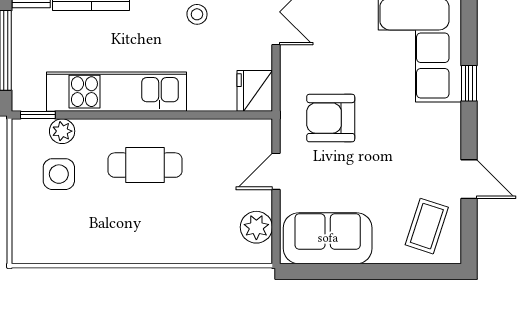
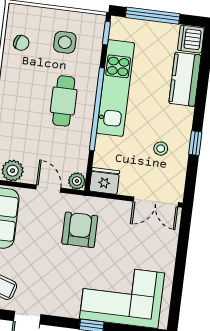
window: (151, 115) -> (97, 109), added
plant: (62, 131) -> (77, 181), moved
chair: (68, 238) -> (21, 43), added

